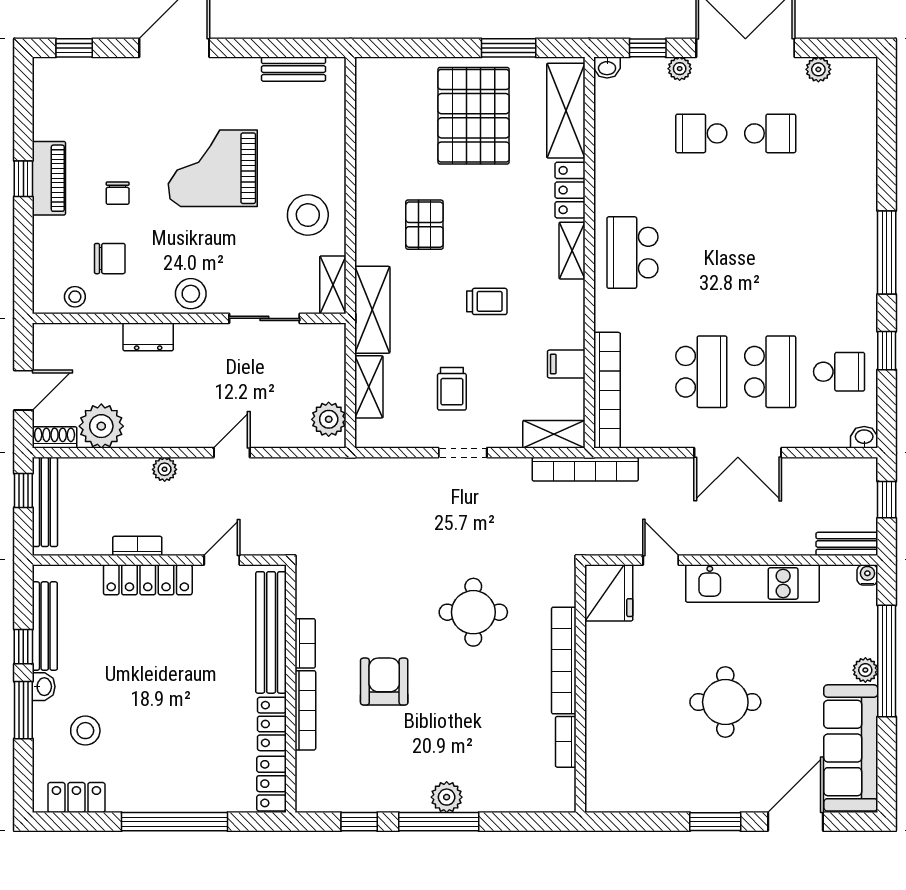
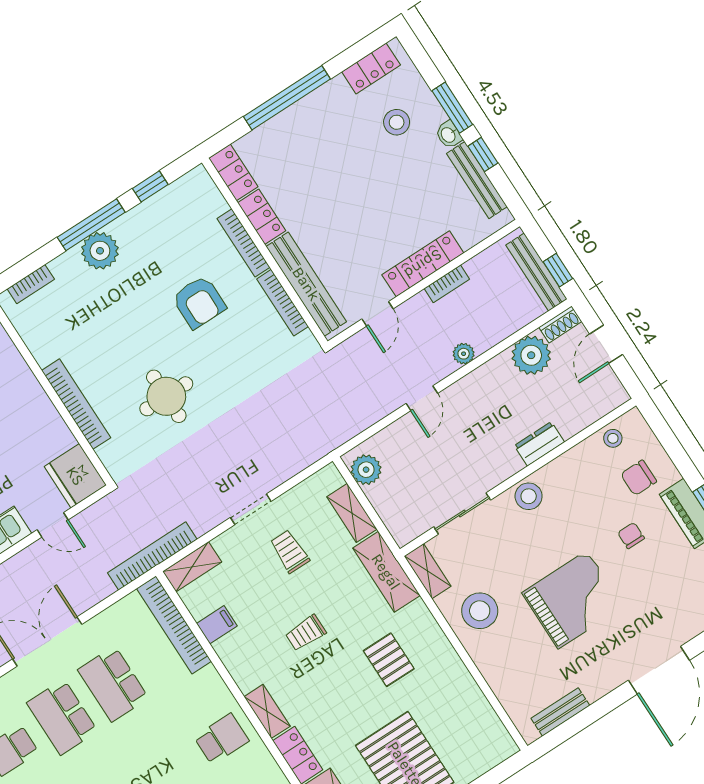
school desk: (632, 253) -> (221, 739), width x0.54
chair: (110, 259) -> (639, 478), moved
bookcase: (305, 643) -> (283, 303), width x1.56
bookcase: (566, 742) -> (31, 284), moved, turned 90
plant: (447, 797) -> (100, 251), width x1.36, depth x1.36

